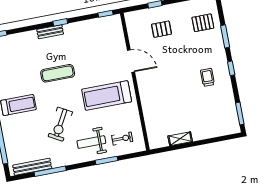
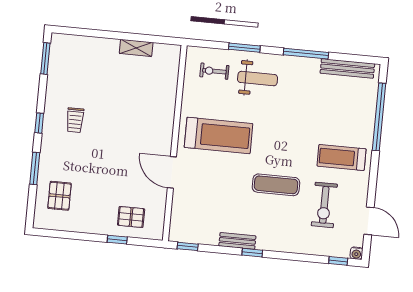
pallet: (203, 23) -> (59, 196), turned 90
pallet: (161, 29) -> (131, 217), moved
bench: (50, 32) -> (237, 241), moved
exercise bike: (60, 124) -> (324, 205), moved, turned 151
window: (50, 171) -> (306, 54), moved

